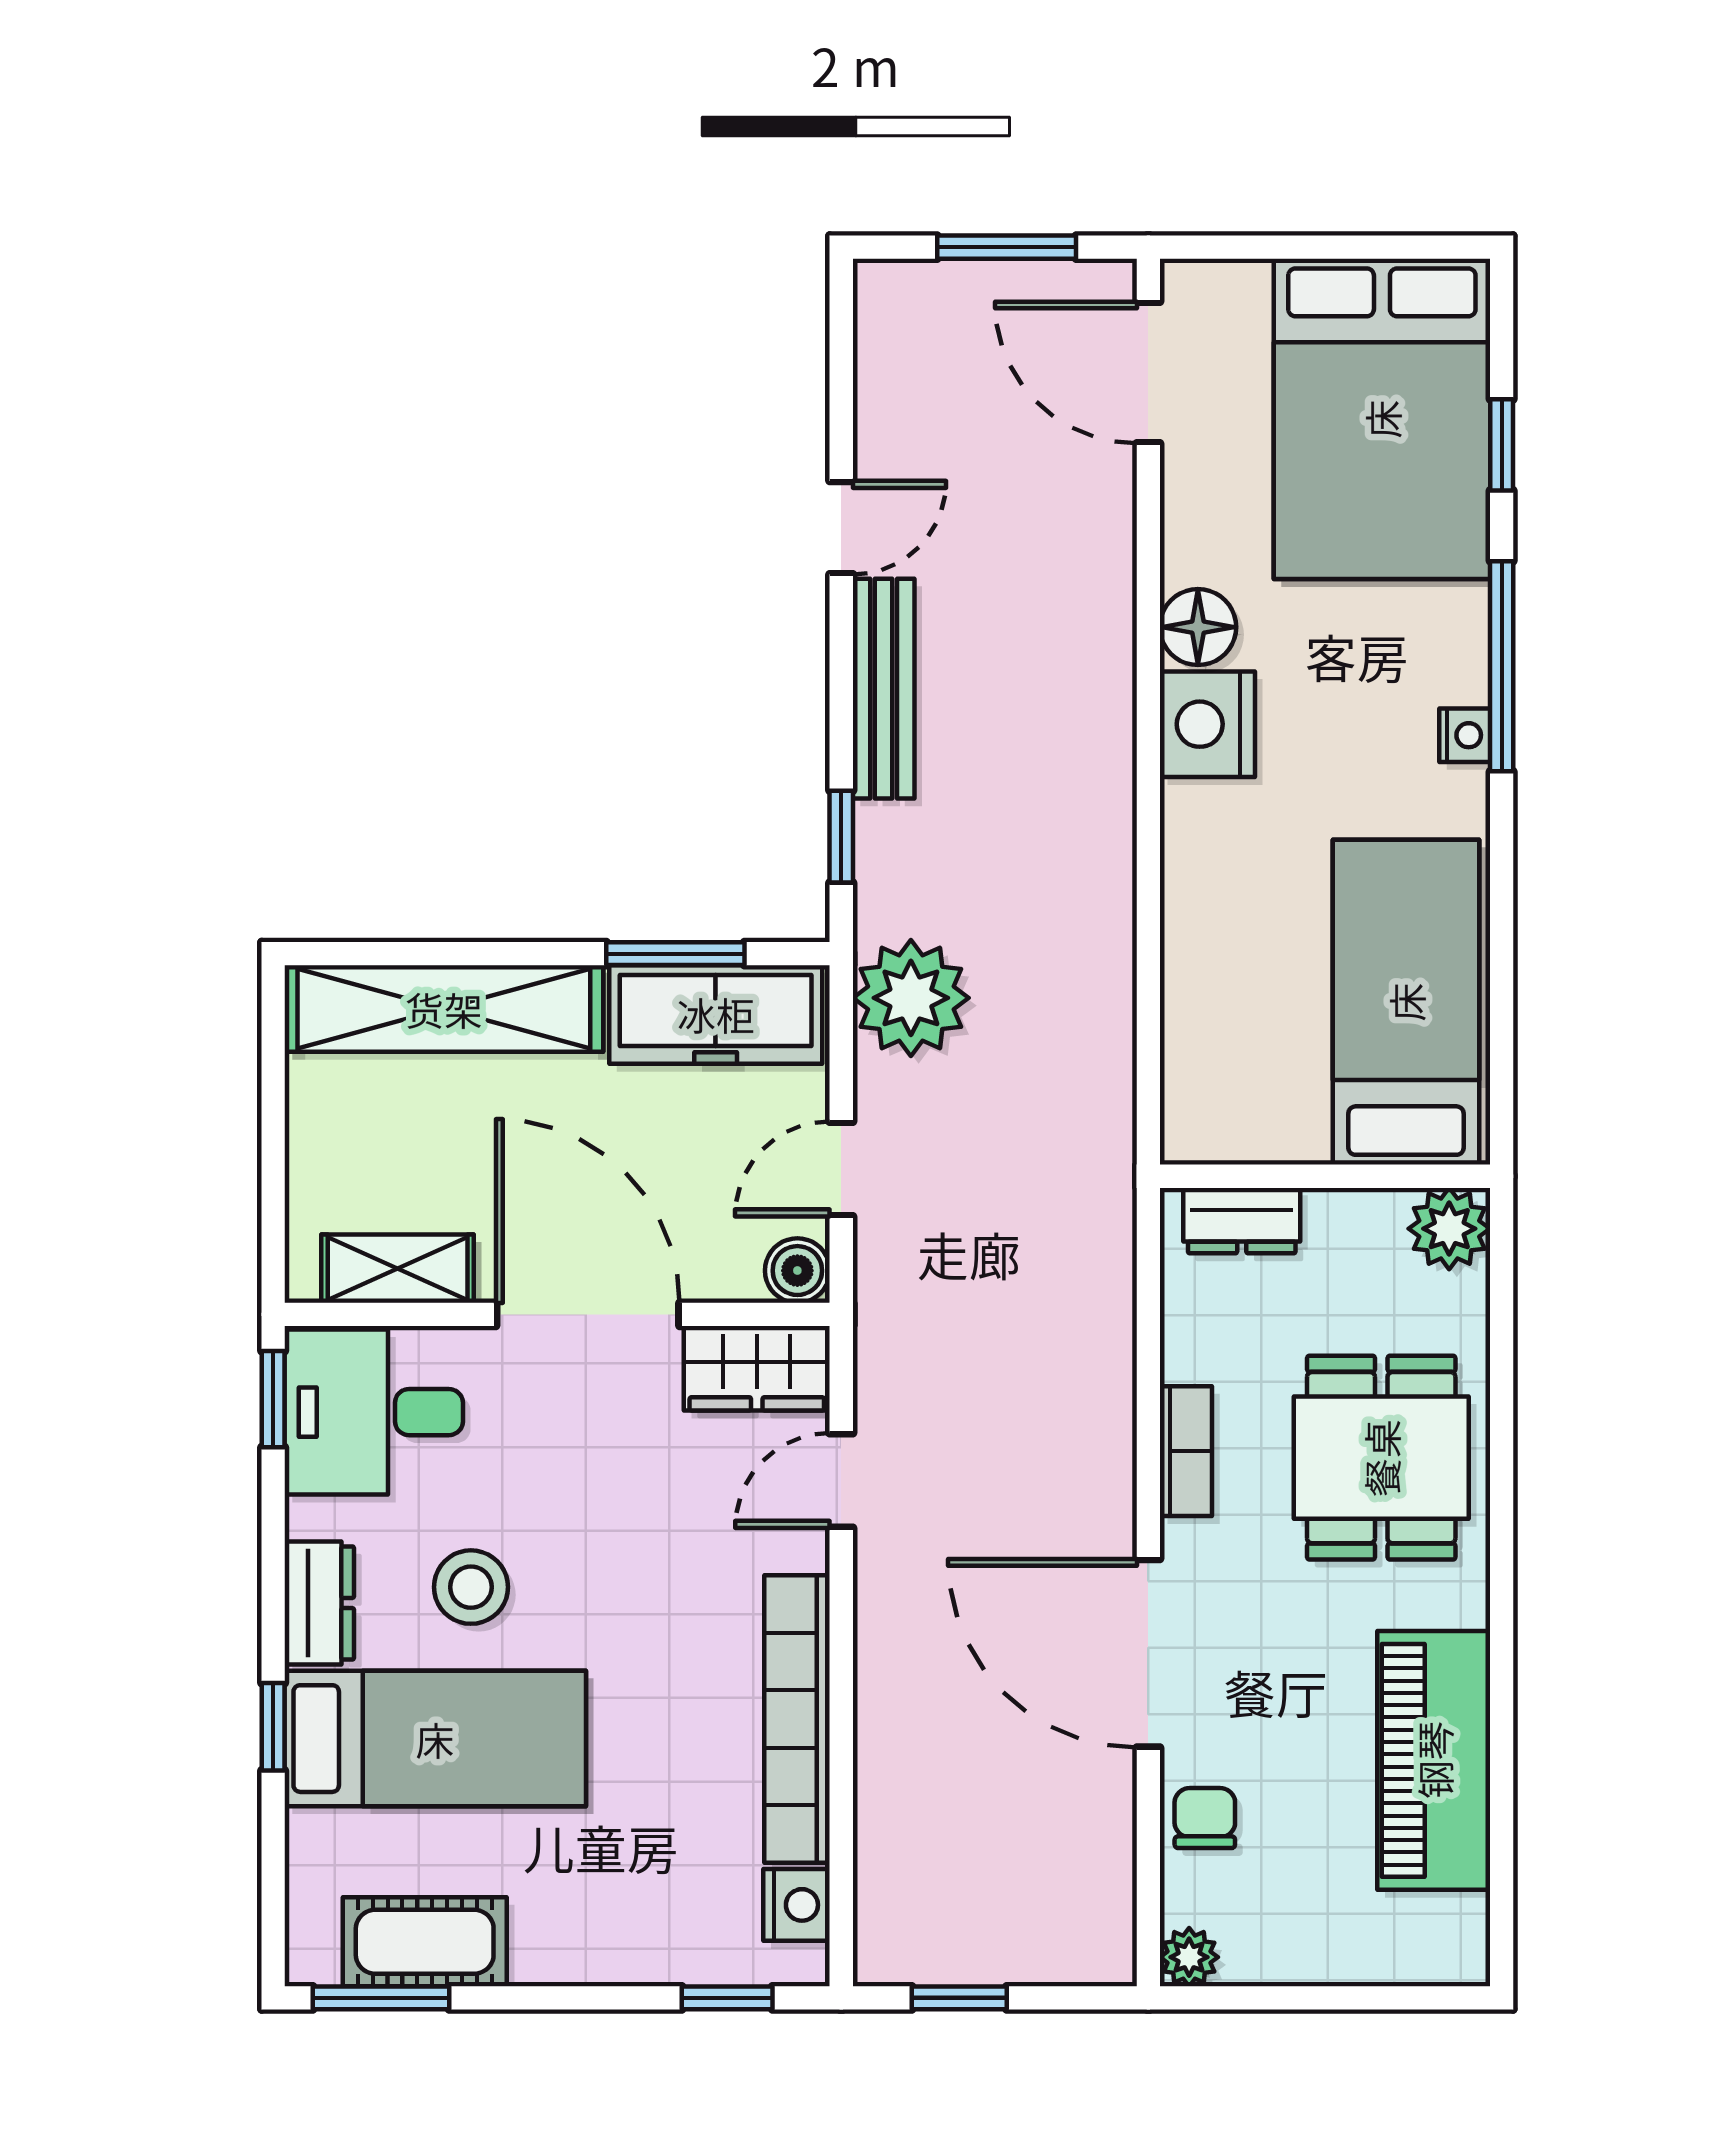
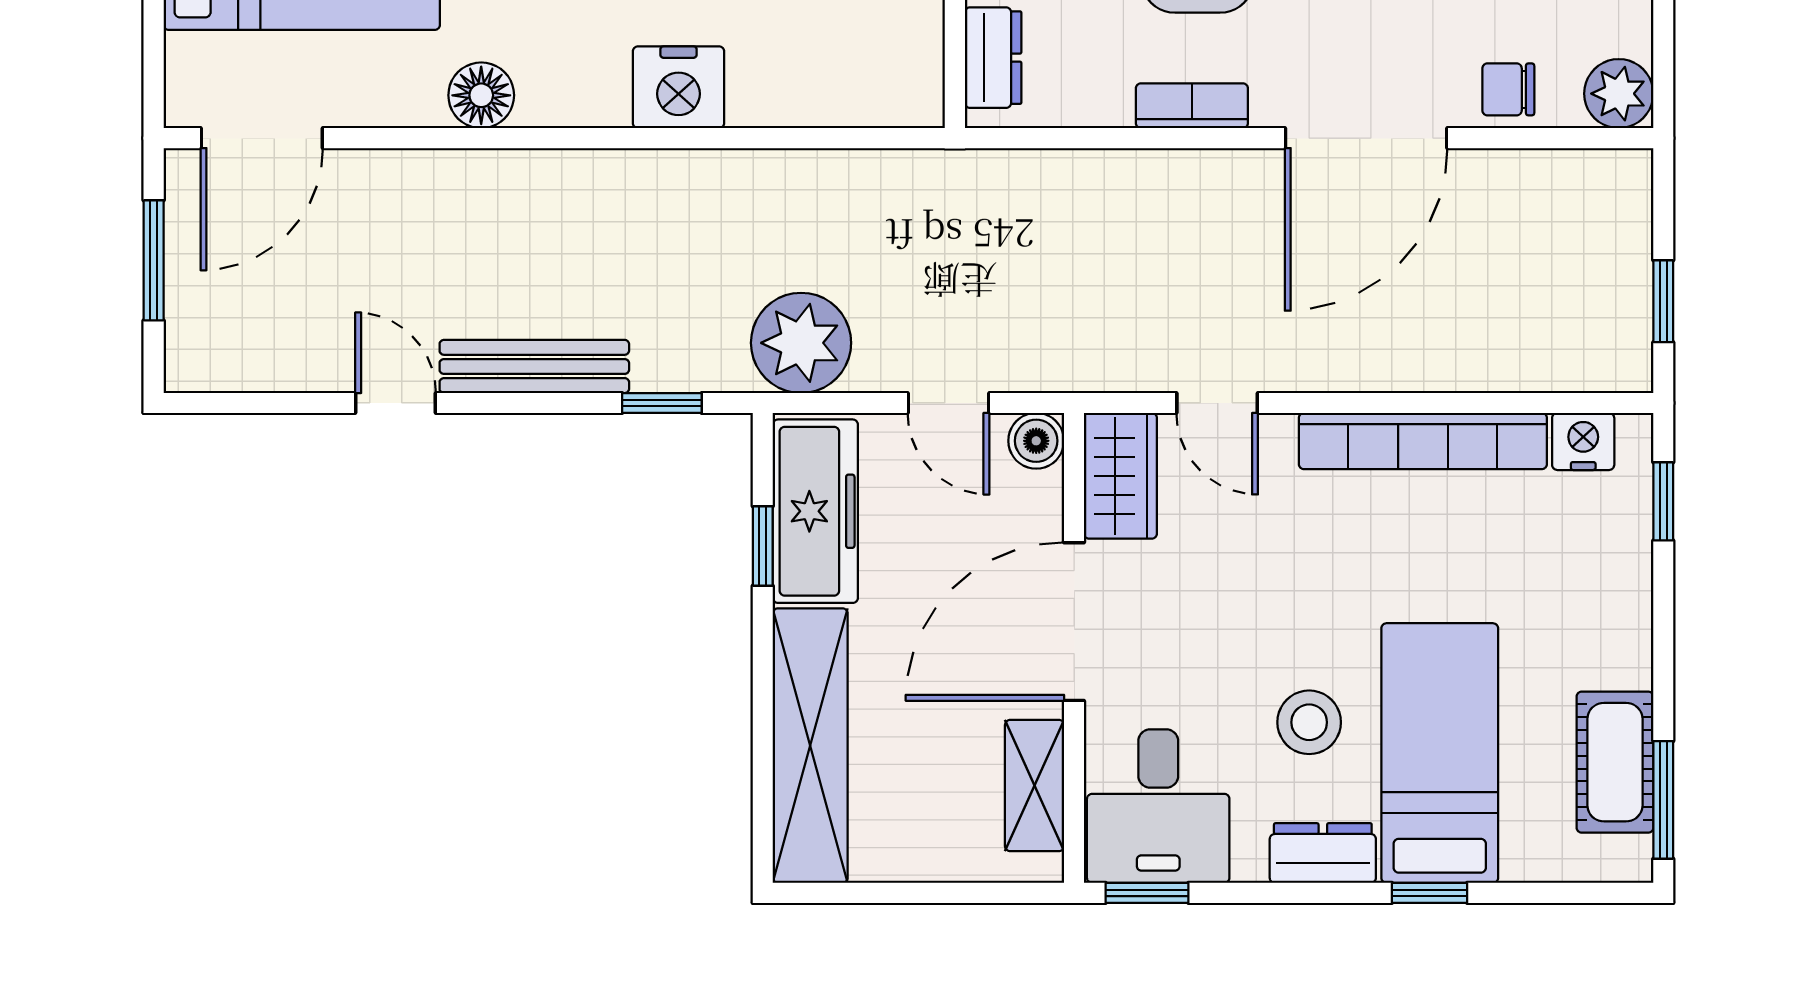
nightstand: (1207, 724) -> (678, 87), moved
window: (675, 954) -> (763, 546), width x0.67
plant: (1189, 1957) -> (1619, 94), width x1.38, depth x1.38

